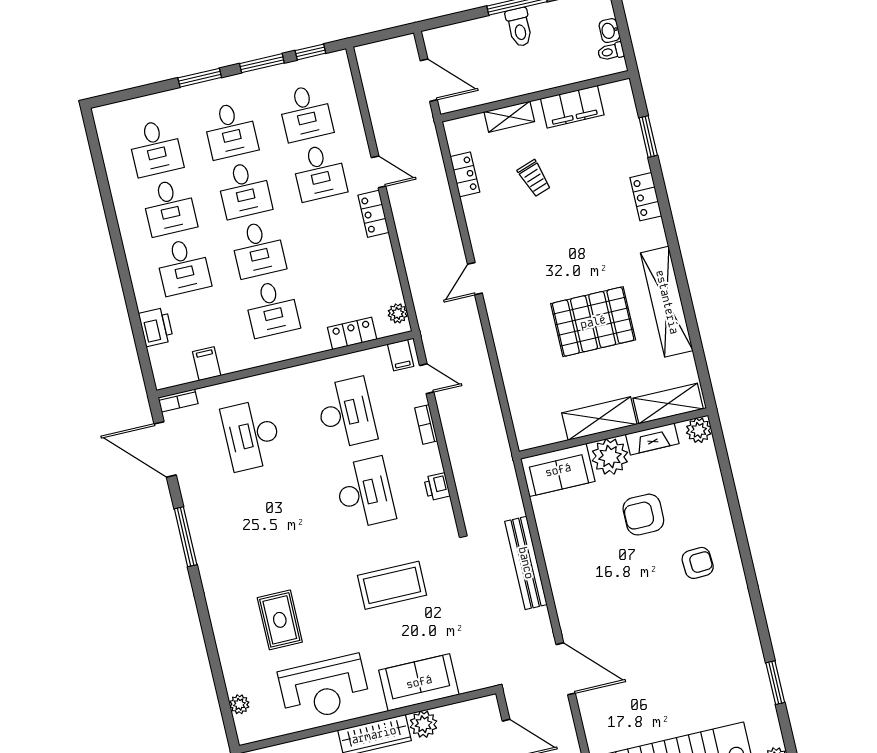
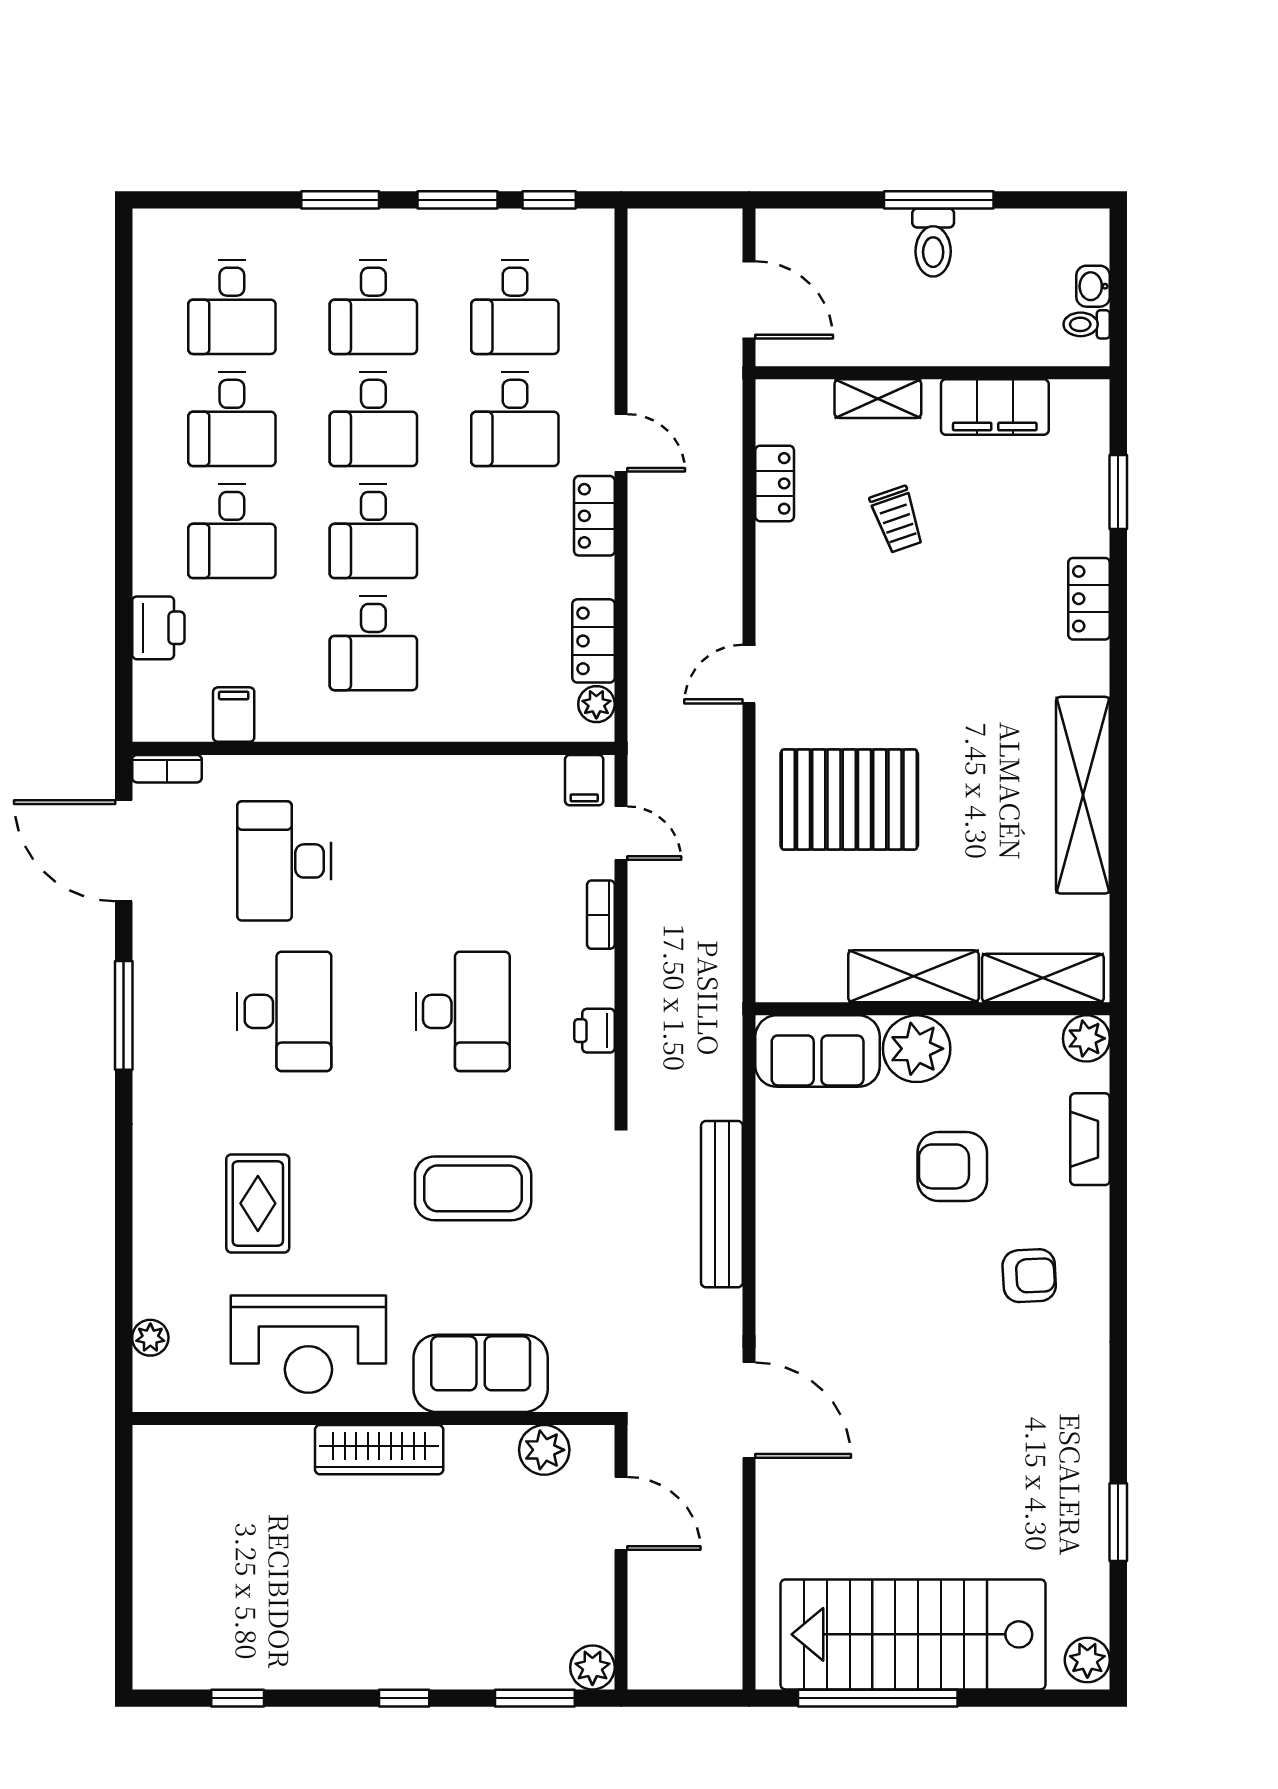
pallet: (593, 322) -> (849, 800), moved
locker: (352, 333) -> (594, 641), moved, turned -90
desk: (346, 413) -> (284, 1011), moved
fireplace: (652, 439) -> (1090, 1139), moved, turned 90
plant: (424, 724) -> (544, 1450), moved

